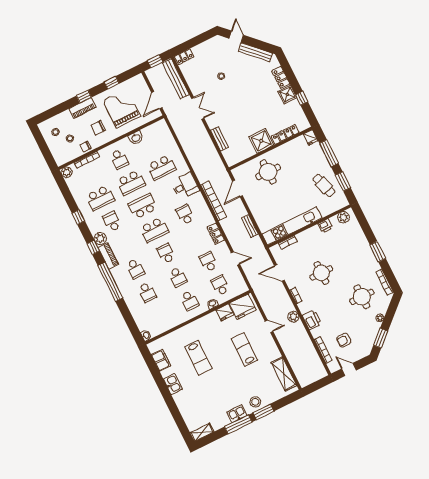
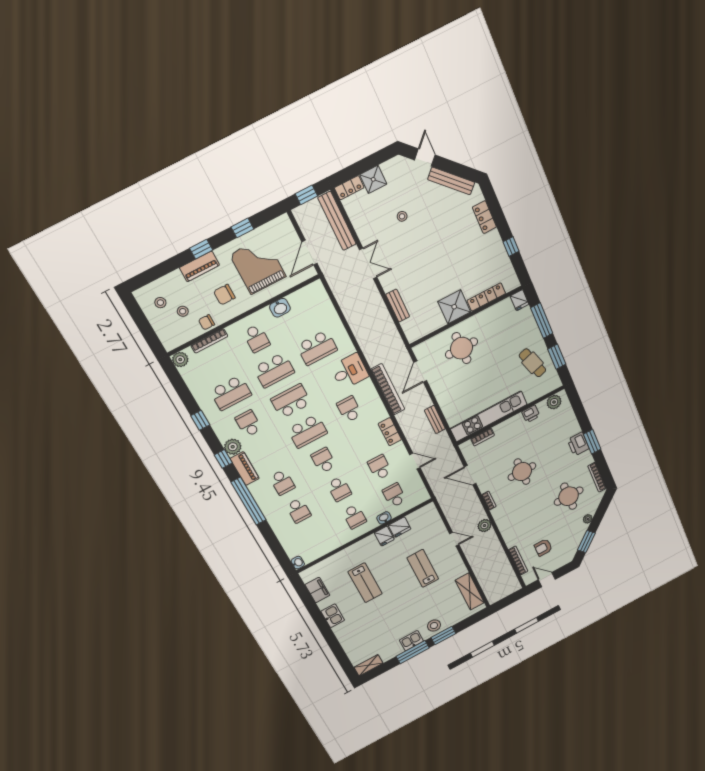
shower: (287, 95) -> (373, 179), moved
fridge: (243, 307) -> (384, 536), moved, width x0.53, depth x0.75
printer: (312, 320) -> (578, 444), moved, turned 180

